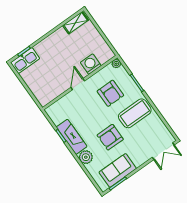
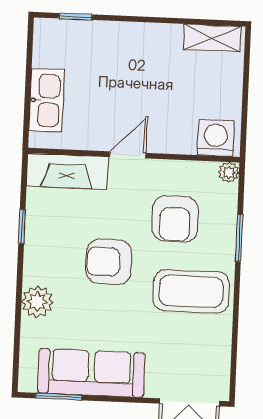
kitchen sink: (25, 61) -> (47, 100), moved, turned -90
washing machine: (91, 64) -> (216, 138), moved
fireplace: (72, 137) -> (67, 171), moved, turned 90
armchair: (110, 137) -> (109, 262), moved
sofa: (118, 170) -> (91, 373), width x1.36

